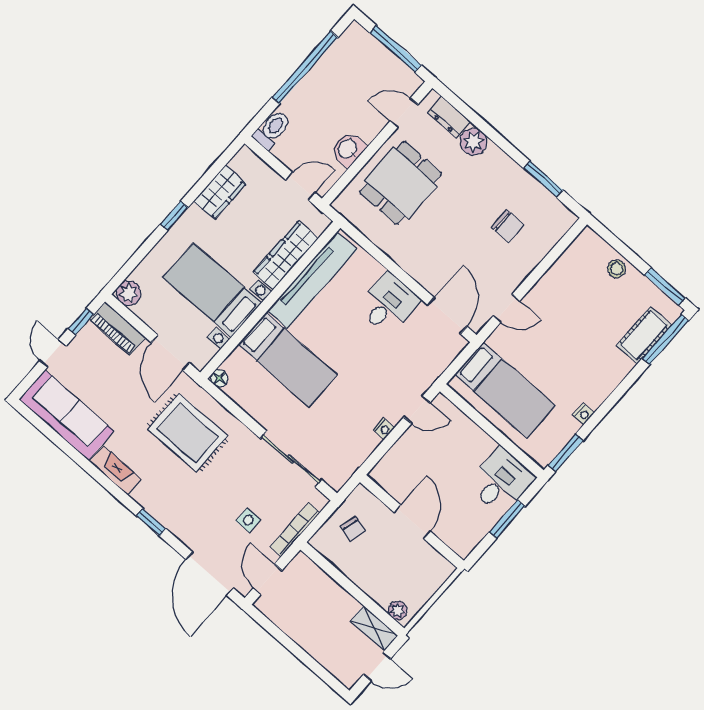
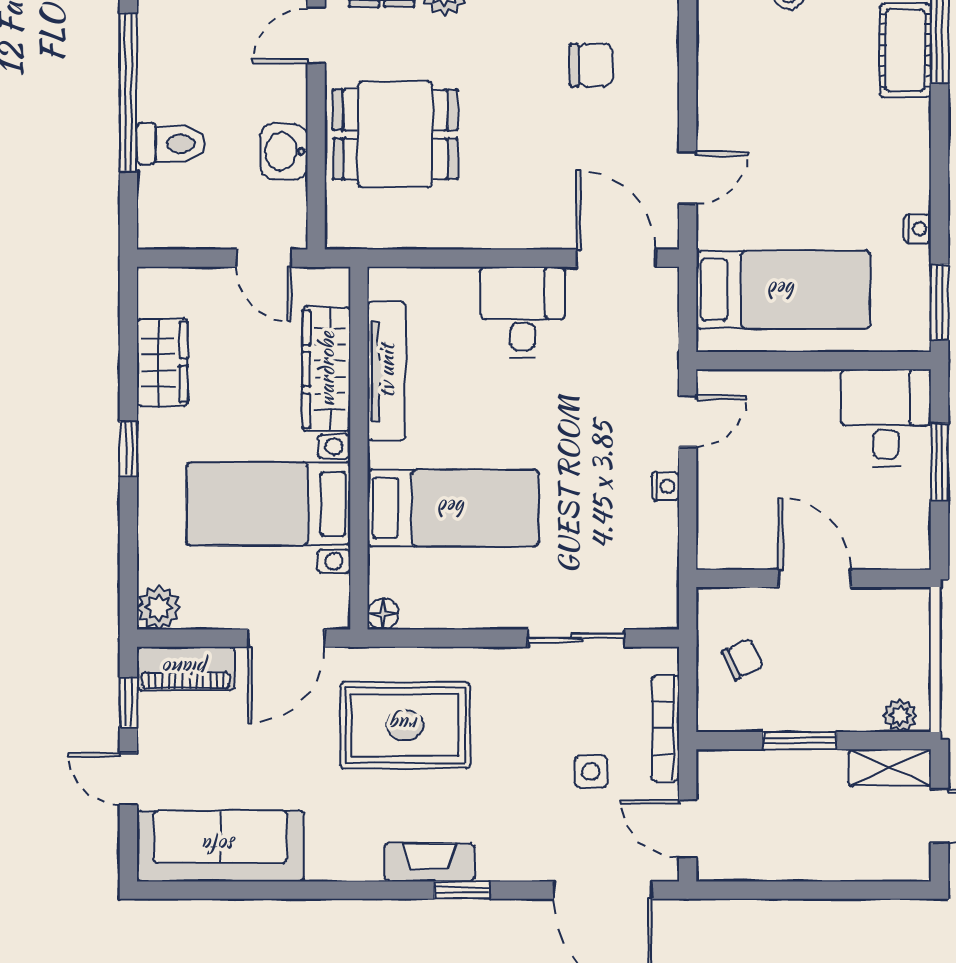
toilet: (272, 129) -> (171, 144), moved, turned 90
dining table: (401, 183) -> (395, 134), turned 90
door: (300, 186) -> (264, 258), swing flipped
tv unit: (312, 280) -> (386, 371), width x0.73, depth x0.78
door: (170, 353) -> (286, 638), hinge flipped
sliding door: (291, 459) -> (576, 638), width x0.73
fireplace: (115, 470) -> (430, 862), moved
chair: (353, 529) -> (743, 659), turned -40
window: (347, 584) -> (800, 741), added

